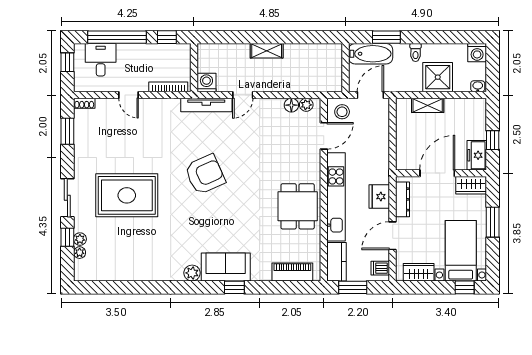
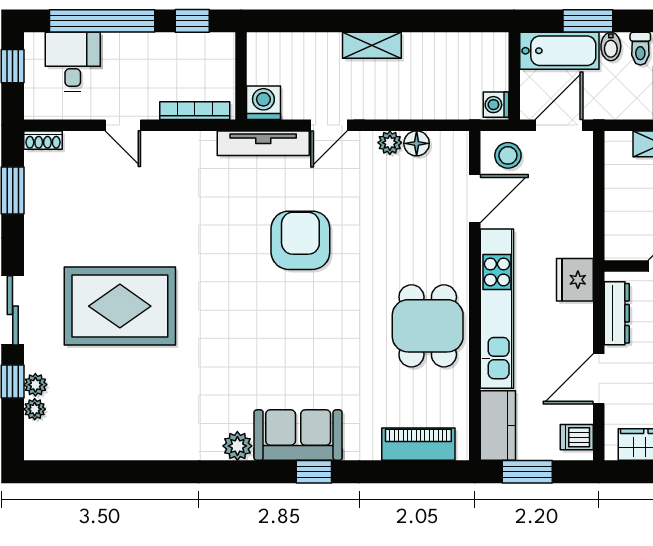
bidet: (399, 51) -> (611, 46), added
washing machine: (335, 84) -> (496, 105), added
plant: (306, 105) -> (390, 143), moved
armchair: (205, 174) -> (300, 240), moved, turned -66
fridge: (379, 197) -> (575, 280), moved

